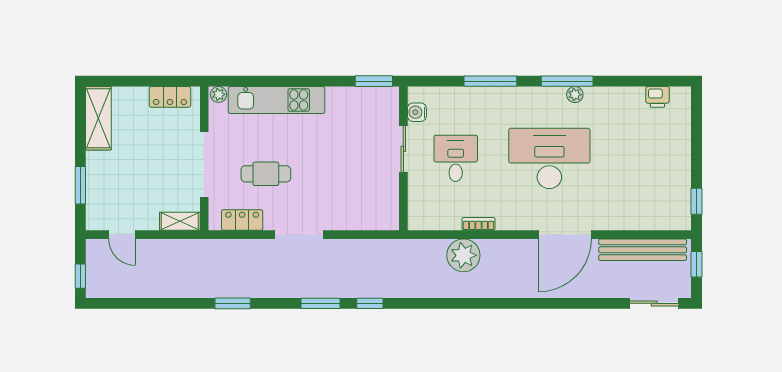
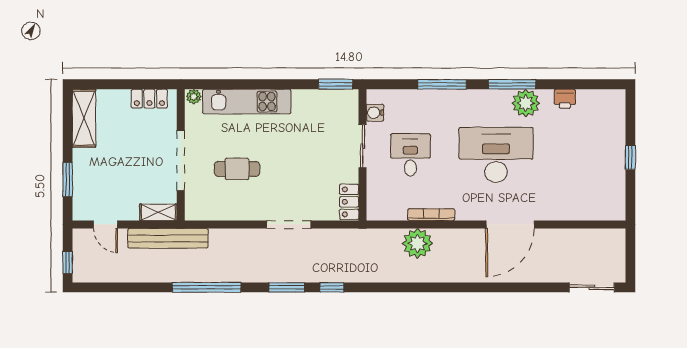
plant: (575, 95) -> (526, 103), width x1.88, depth x1.88
printer: (657, 97) -> (565, 99), moved
window: (697, 201) -> (630, 157), moved
locker: (242, 220) -> (349, 202), moved, turned -90
bookcase: (478, 224) -> (431, 215), width x1.56
doorway: (299, 235) -> (289, 224), moved
bench: (643, 250) -> (168, 238), moved
window: (697, 264) -> (630, 252), removed
window: (233, 303) -> (207, 287), width x2.11

